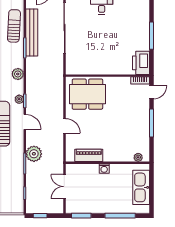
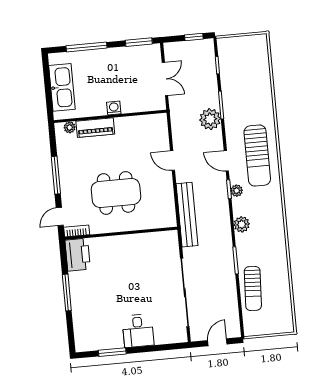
bench: (32, 33) -> (187, 215), moved
dining table: (87, 94) -> (116, 193), moved
piano: (89, 155) -> (95, 128), moved

